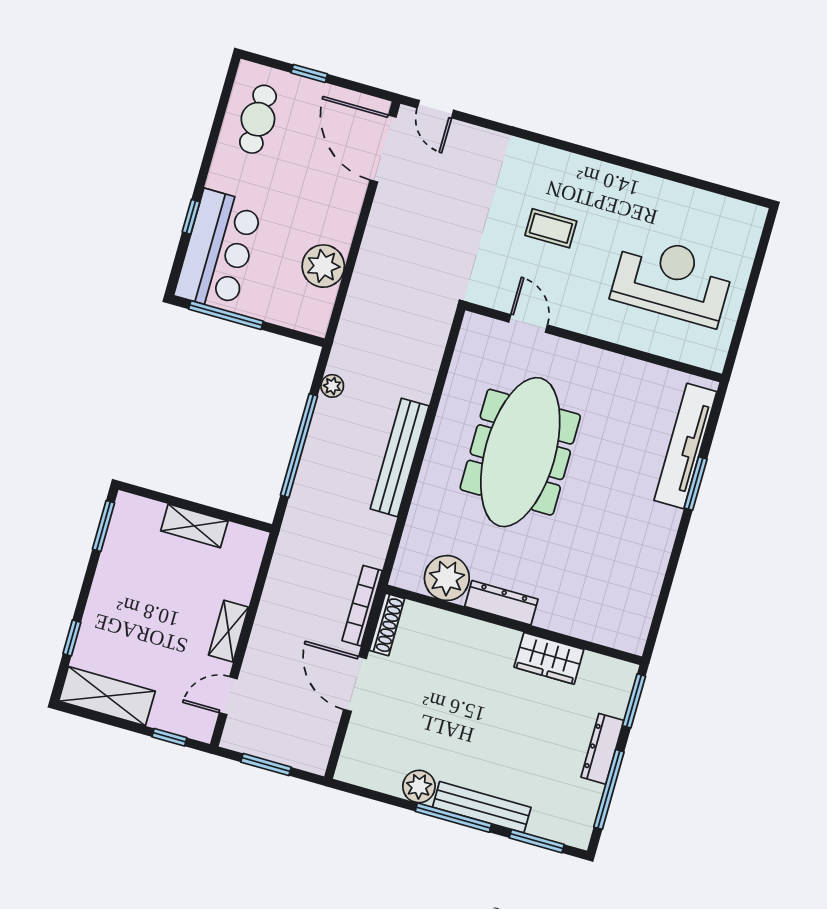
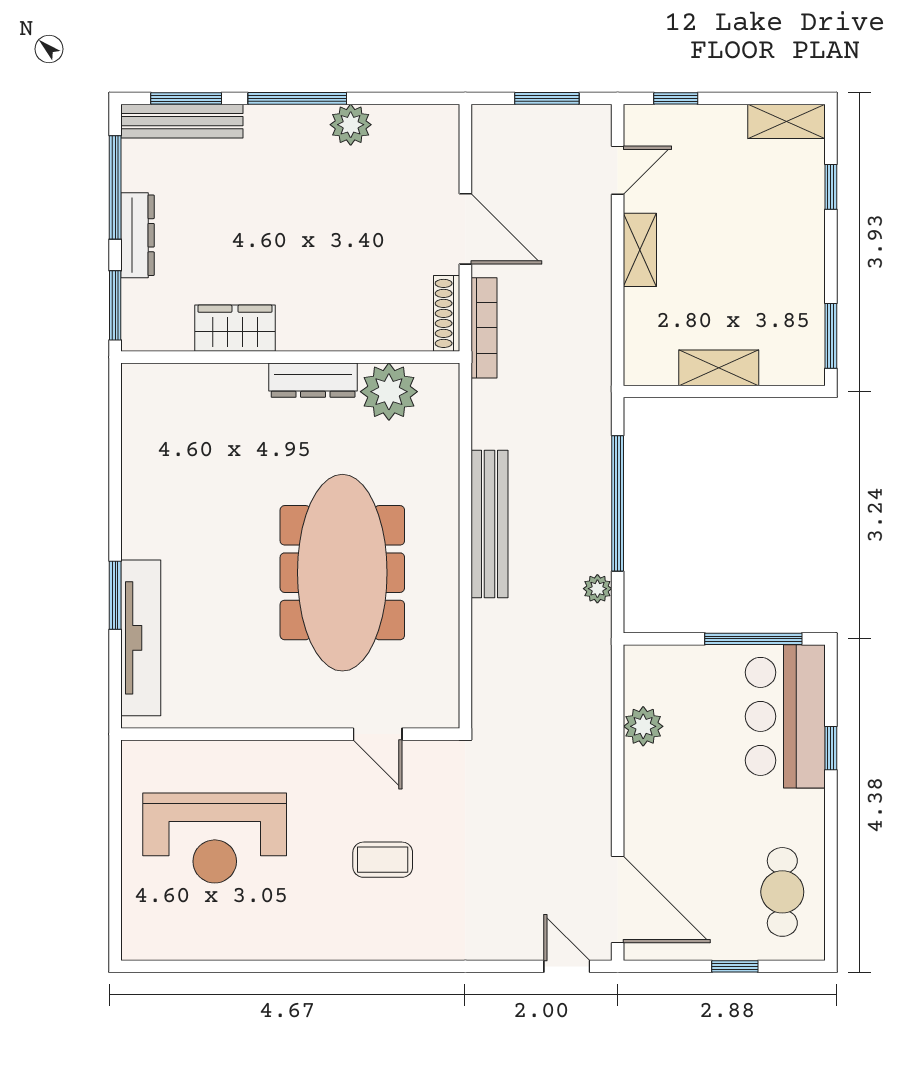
plant: (323, 266) -> (643, 726), width x0.73, depth x0.73
shelving: (107, 696) -> (787, 121), width x0.67, depth x0.75
bench: (482, 807) -> (182, 121), moved

